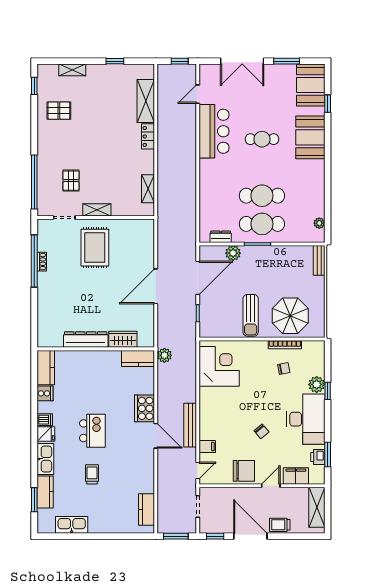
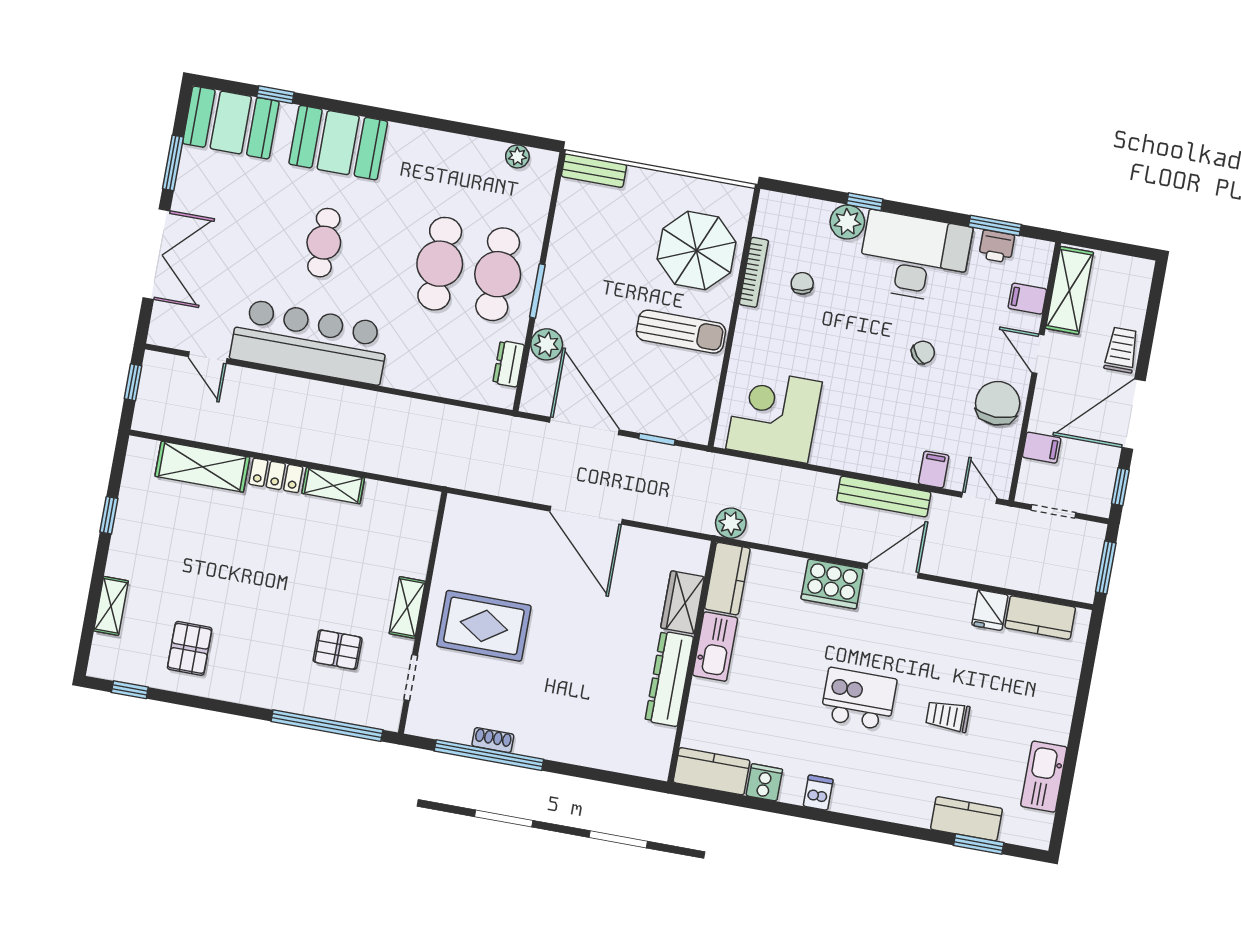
bar counter: (214, 131) -> (310, 342), width x1.36
shelving: (148, 189) -> (333, 486), moved
fridge: (46, 434) -> (990, 610), moved, turned 180
kitchen sink: (45, 459) -> (715, 647), moved, turned 90
filing cabinet: (296, 476) -> (1027, 299), width x0.50
filing cabinet: (227, 496) -> (1042, 448), added
shelving: (317, 507) -> (1070, 290), moved, turned 90
trolley: (280, 525) -> (1121, 350), turned 180

